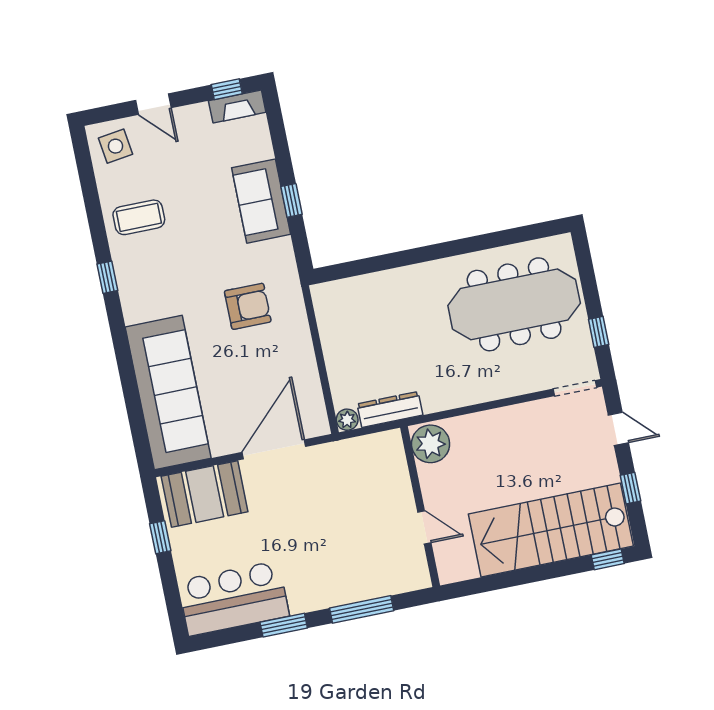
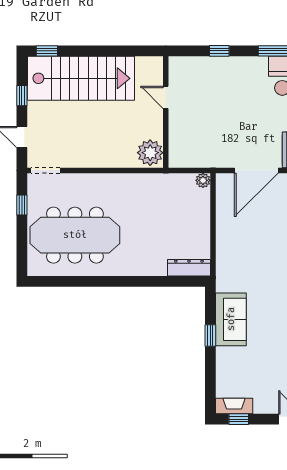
sofa: (261, 201) -> (231, 319), moved
armchair: (248, 306) -> (254, 270), removed
dresser: (390, 409) -> (189, 268), moved, turned 180
window: (362, 609) -> (219, 51), width x0.46

